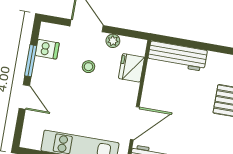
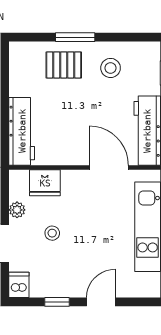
dishwasher: (47, 49) -> (19, 285), moved
window: (31, 61) -> (57, 302), width x0.67
stool: (217, 139) -> (111, 68), added

